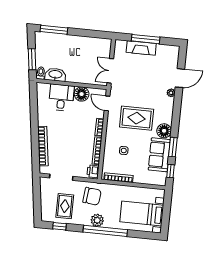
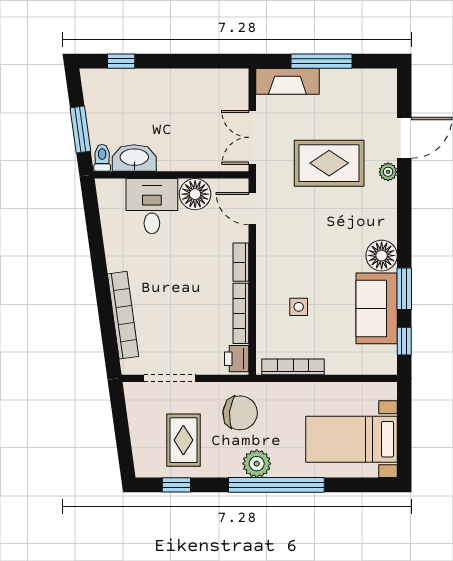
window: (54, 30) -> (121, 61), width x0.46
fireplace: (141, 48) -> (287, 81), moved
rug: (137, 118) -> (329, 163), moved

